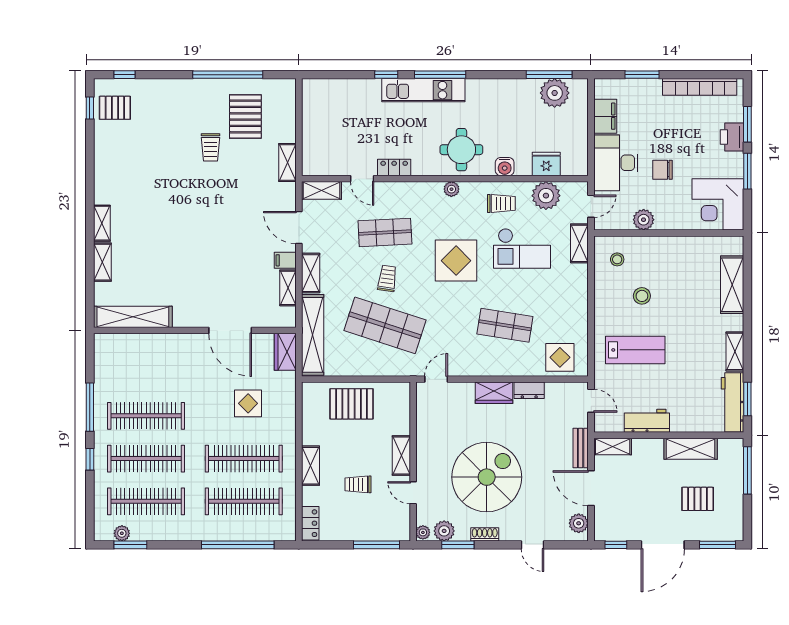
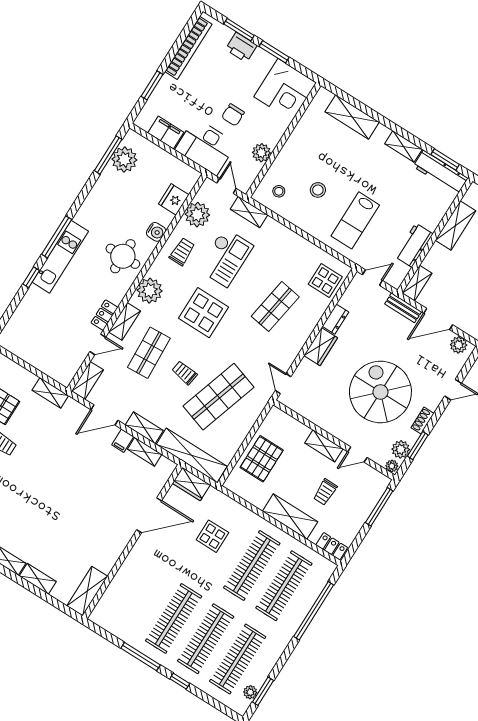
plant: (451, 189) -> (150, 291), width x1.88, depth x1.88
shelving: (400, 190) -> (124, 321), added
shelving: (133, 317) -> (87, 591), width x0.68
lab bench: (635, 350) -> (355, 220), turned 180
shelving: (311, 466) -> (290, 517), width x1.50, depth x1.33

